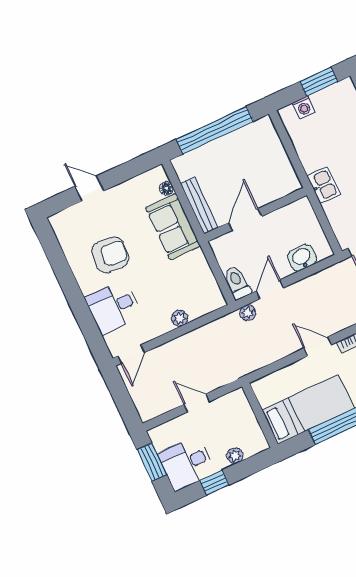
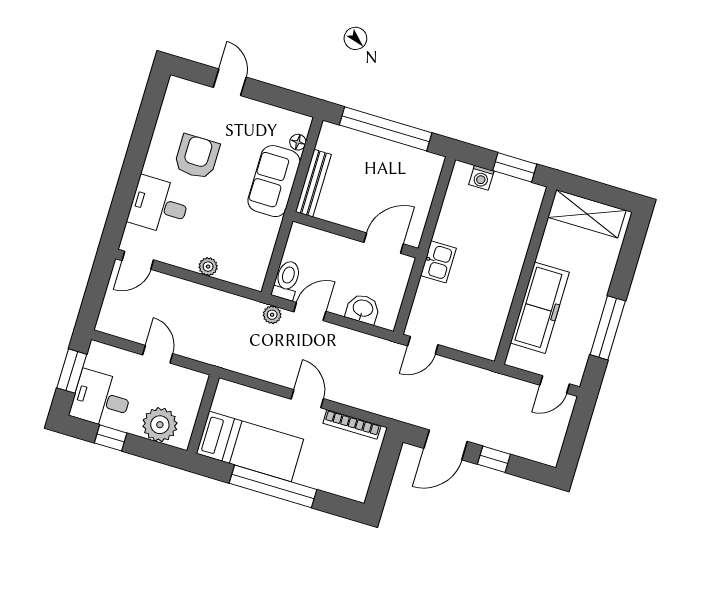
door: (245, 219) -> (384, 243), moved
armchair: (110, 255) -> (197, 157), turned -94
plant: (235, 456) -> (160, 425), width x1.88, depth x1.88

